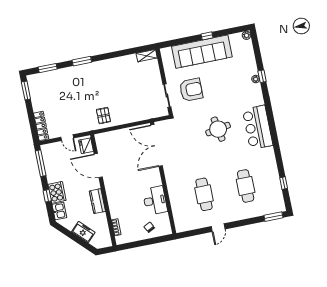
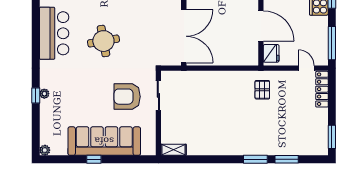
window: (48, 68) -> (287, 159), moved
pallet: (103, 116) -> (262, 90), moved
door: (67, 138) -> (306, 68), moved

